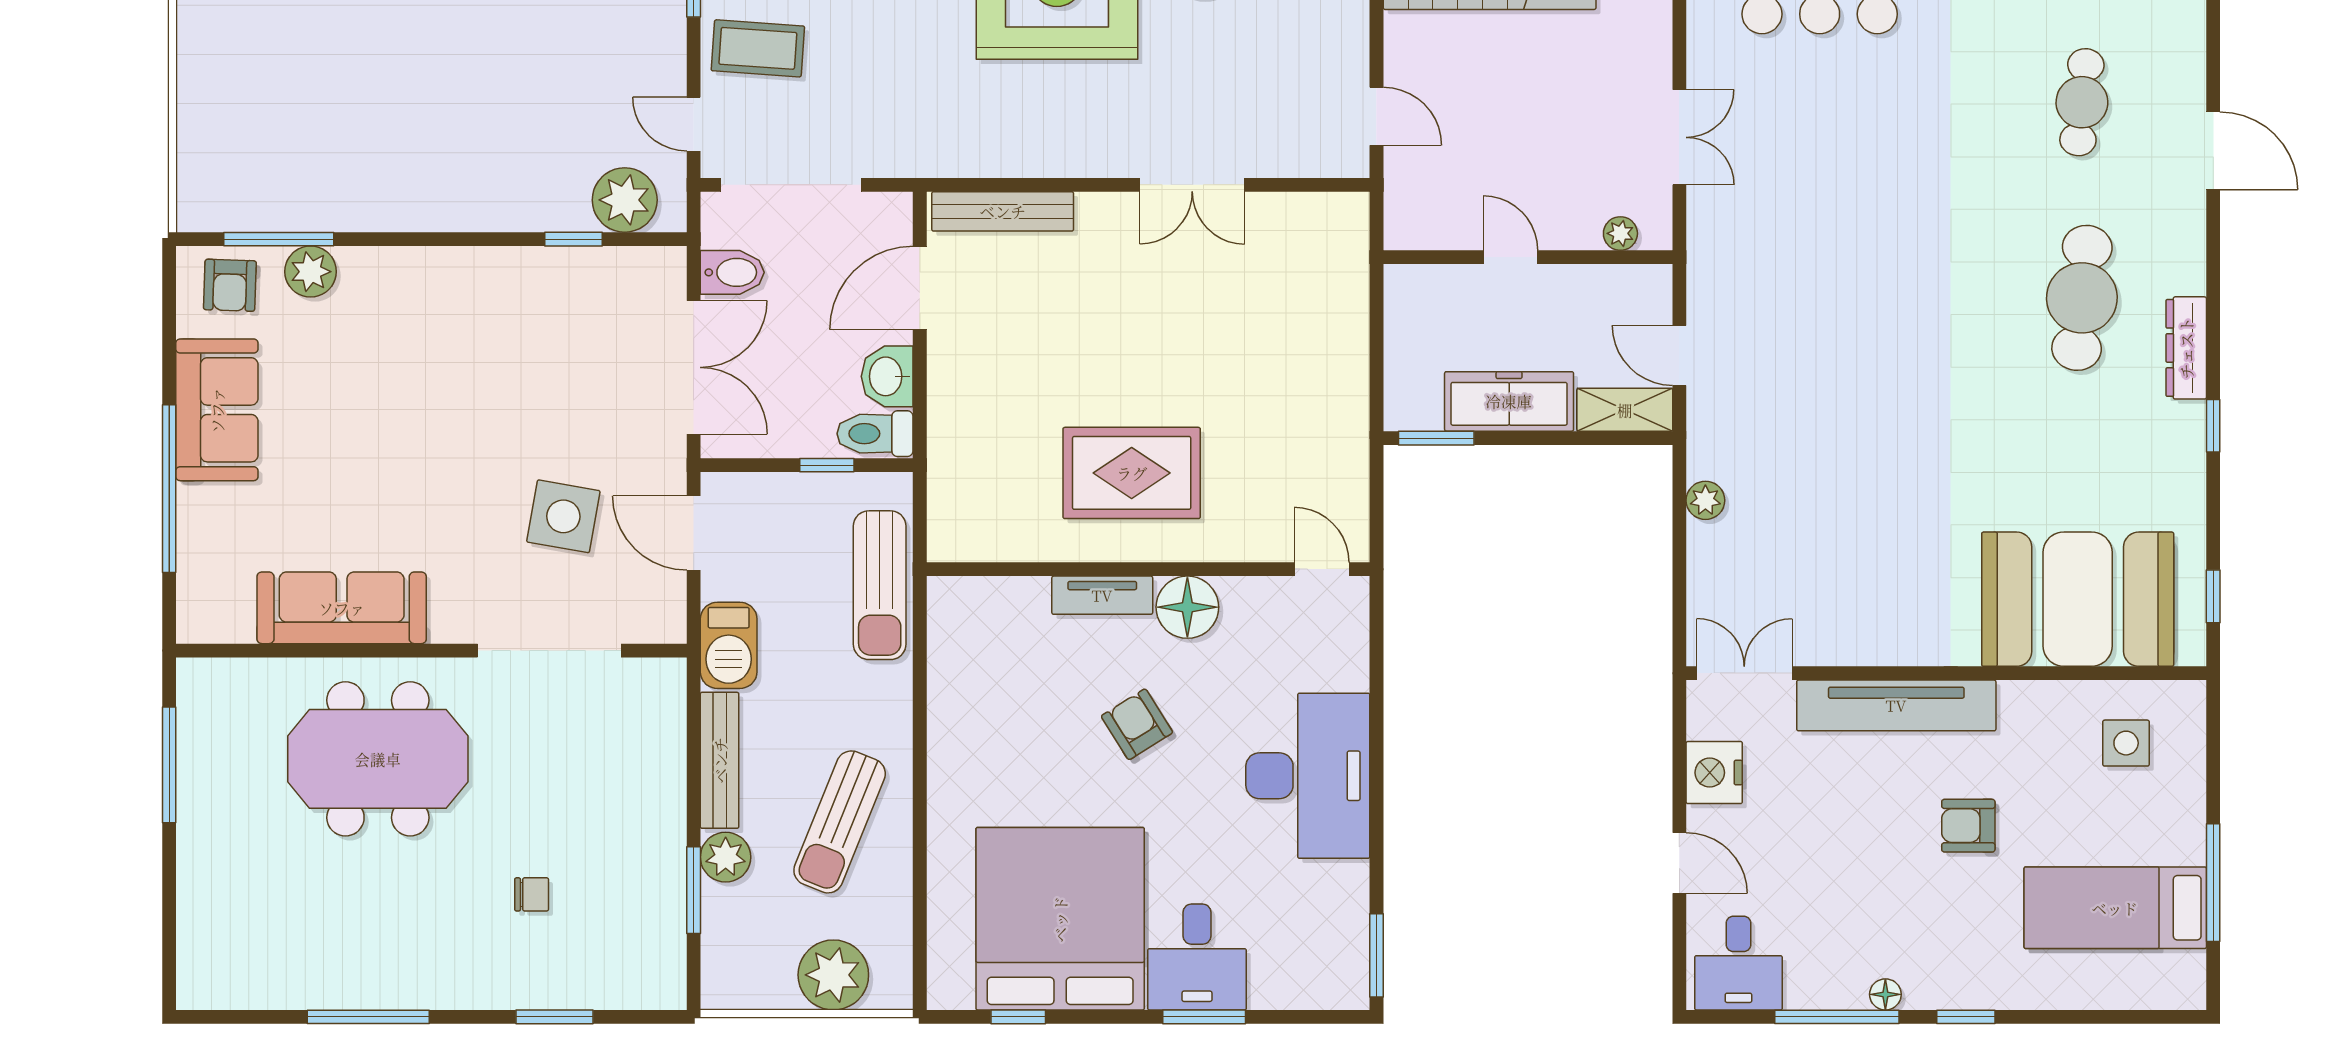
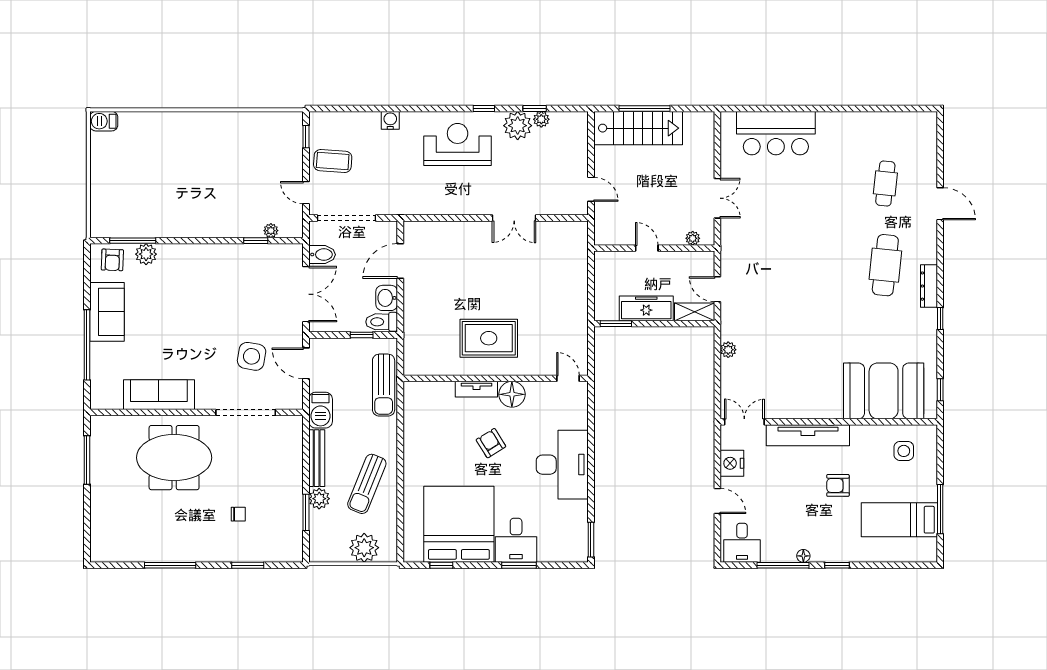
plant: (625, 200) -> (271, 231), width x0.53, depth x0.53
bench: (1003, 211) -> (435, 229), removed

